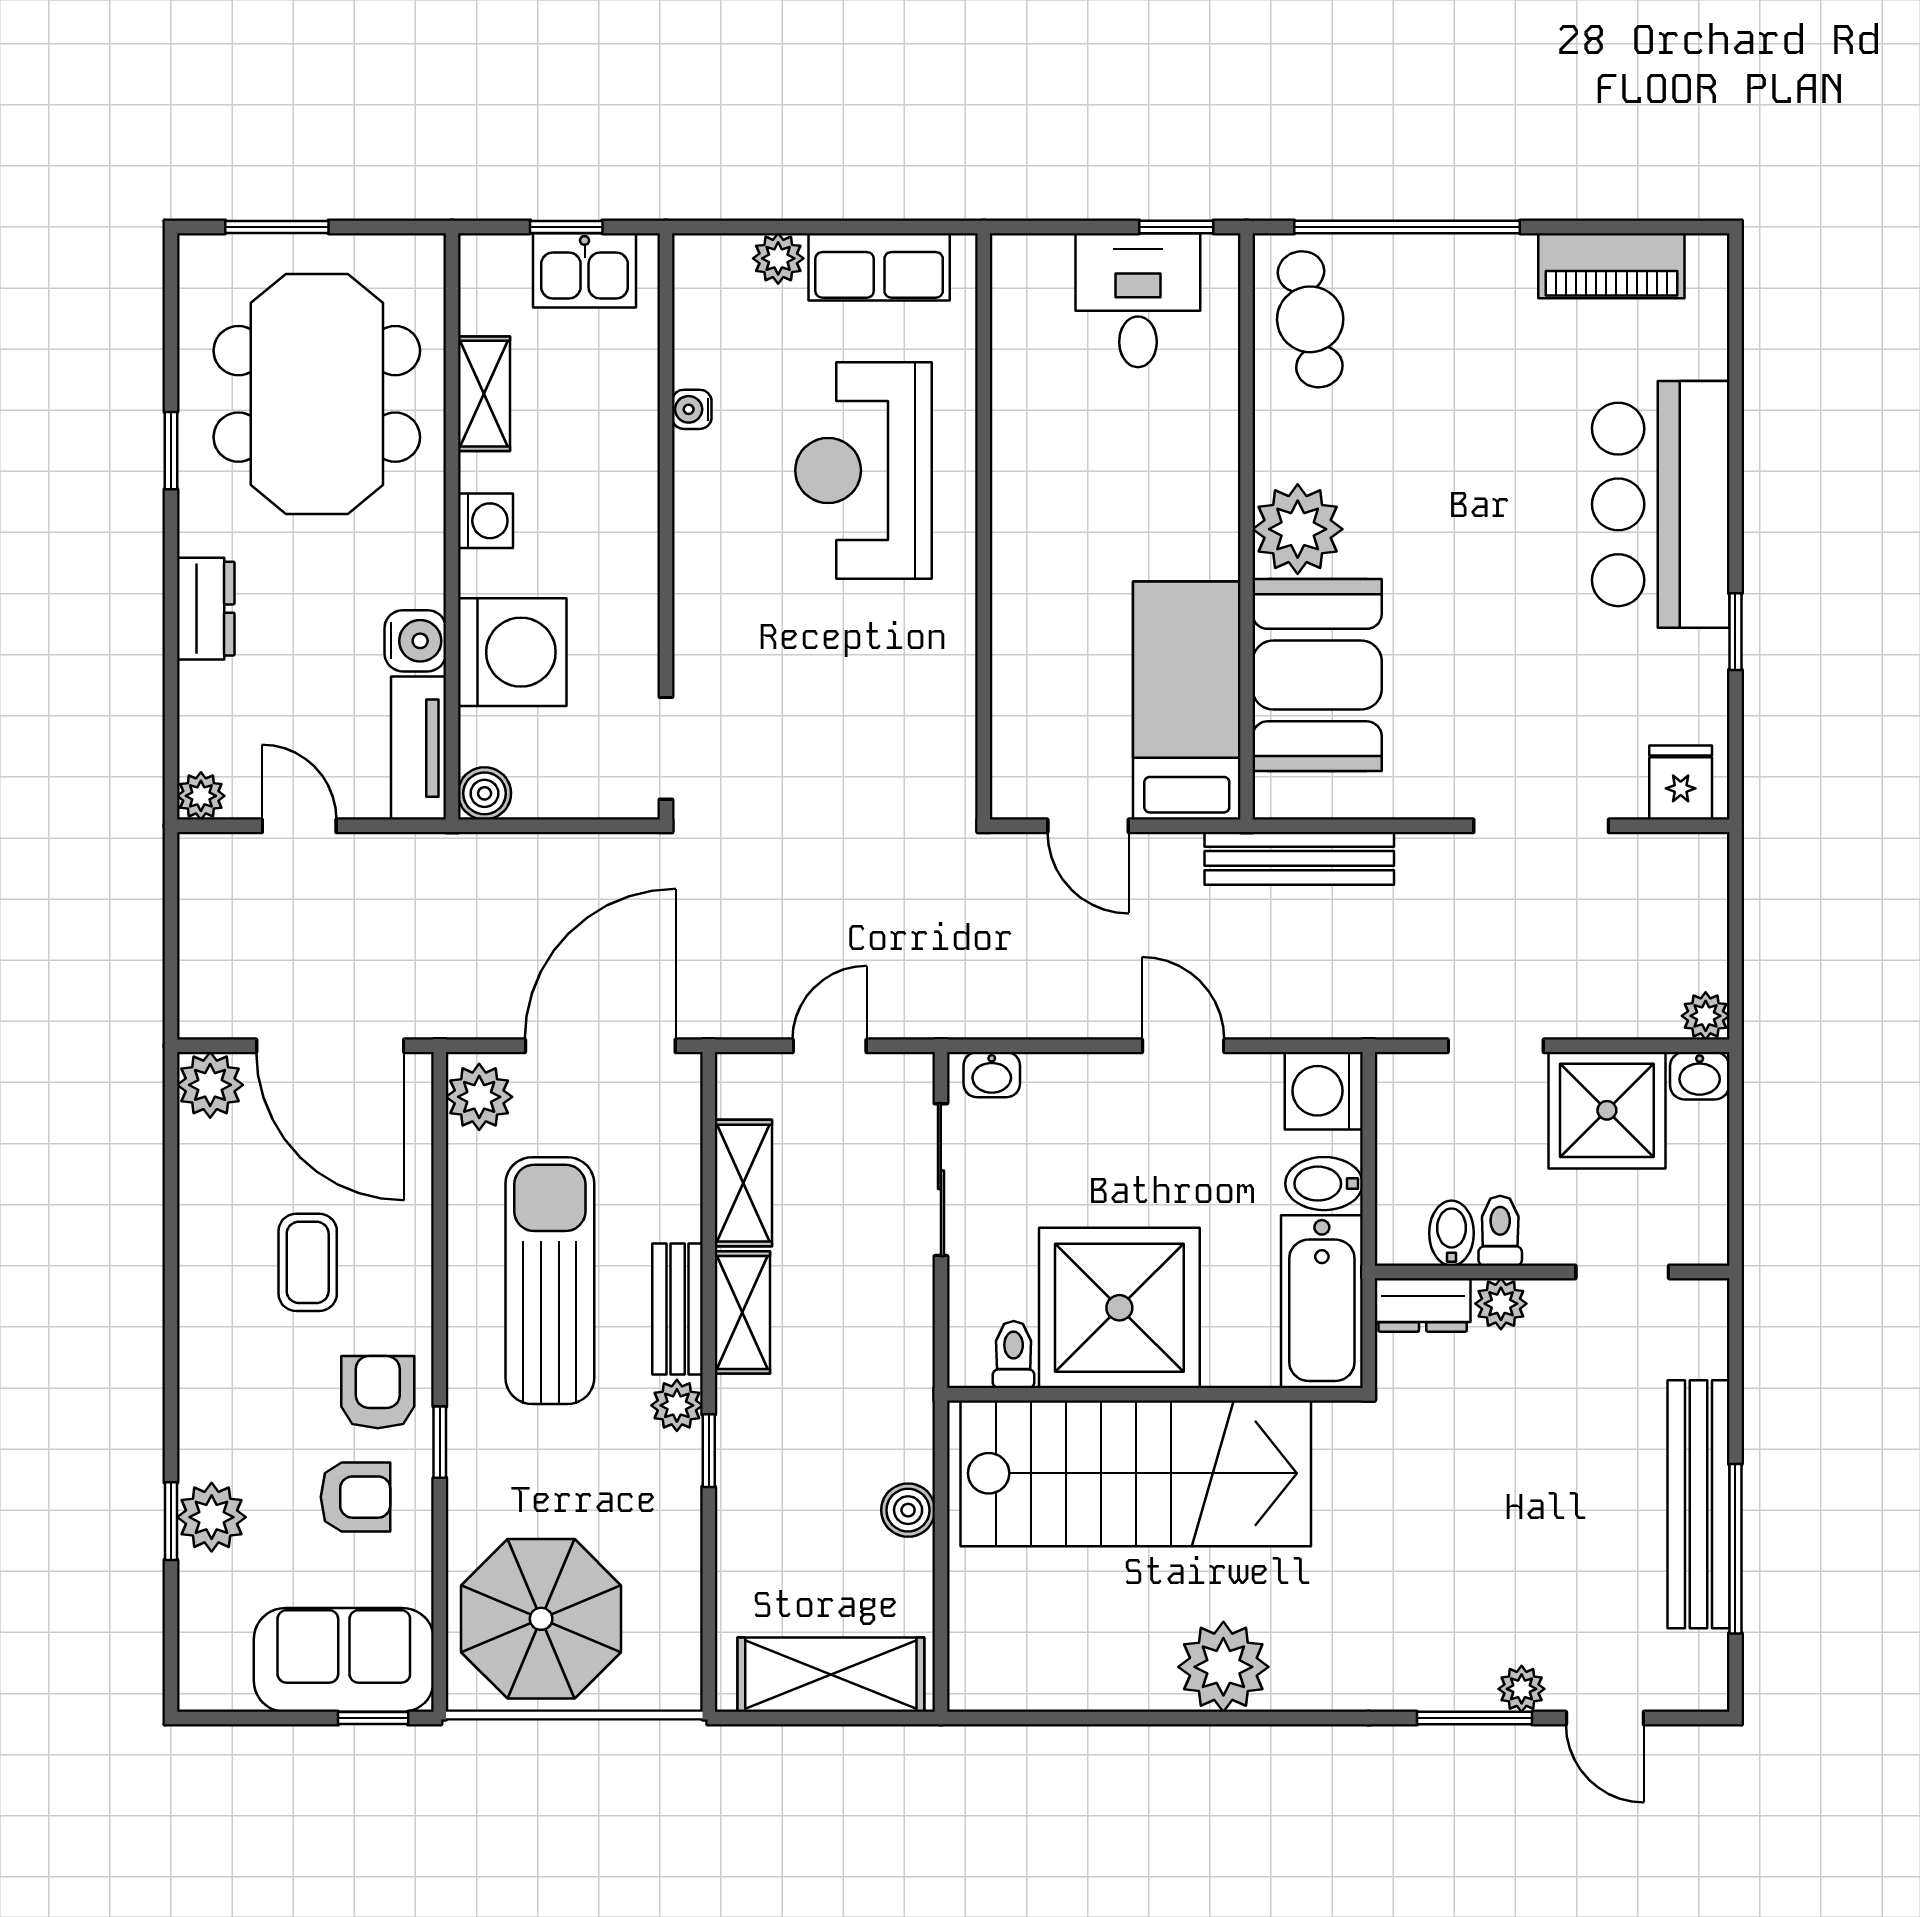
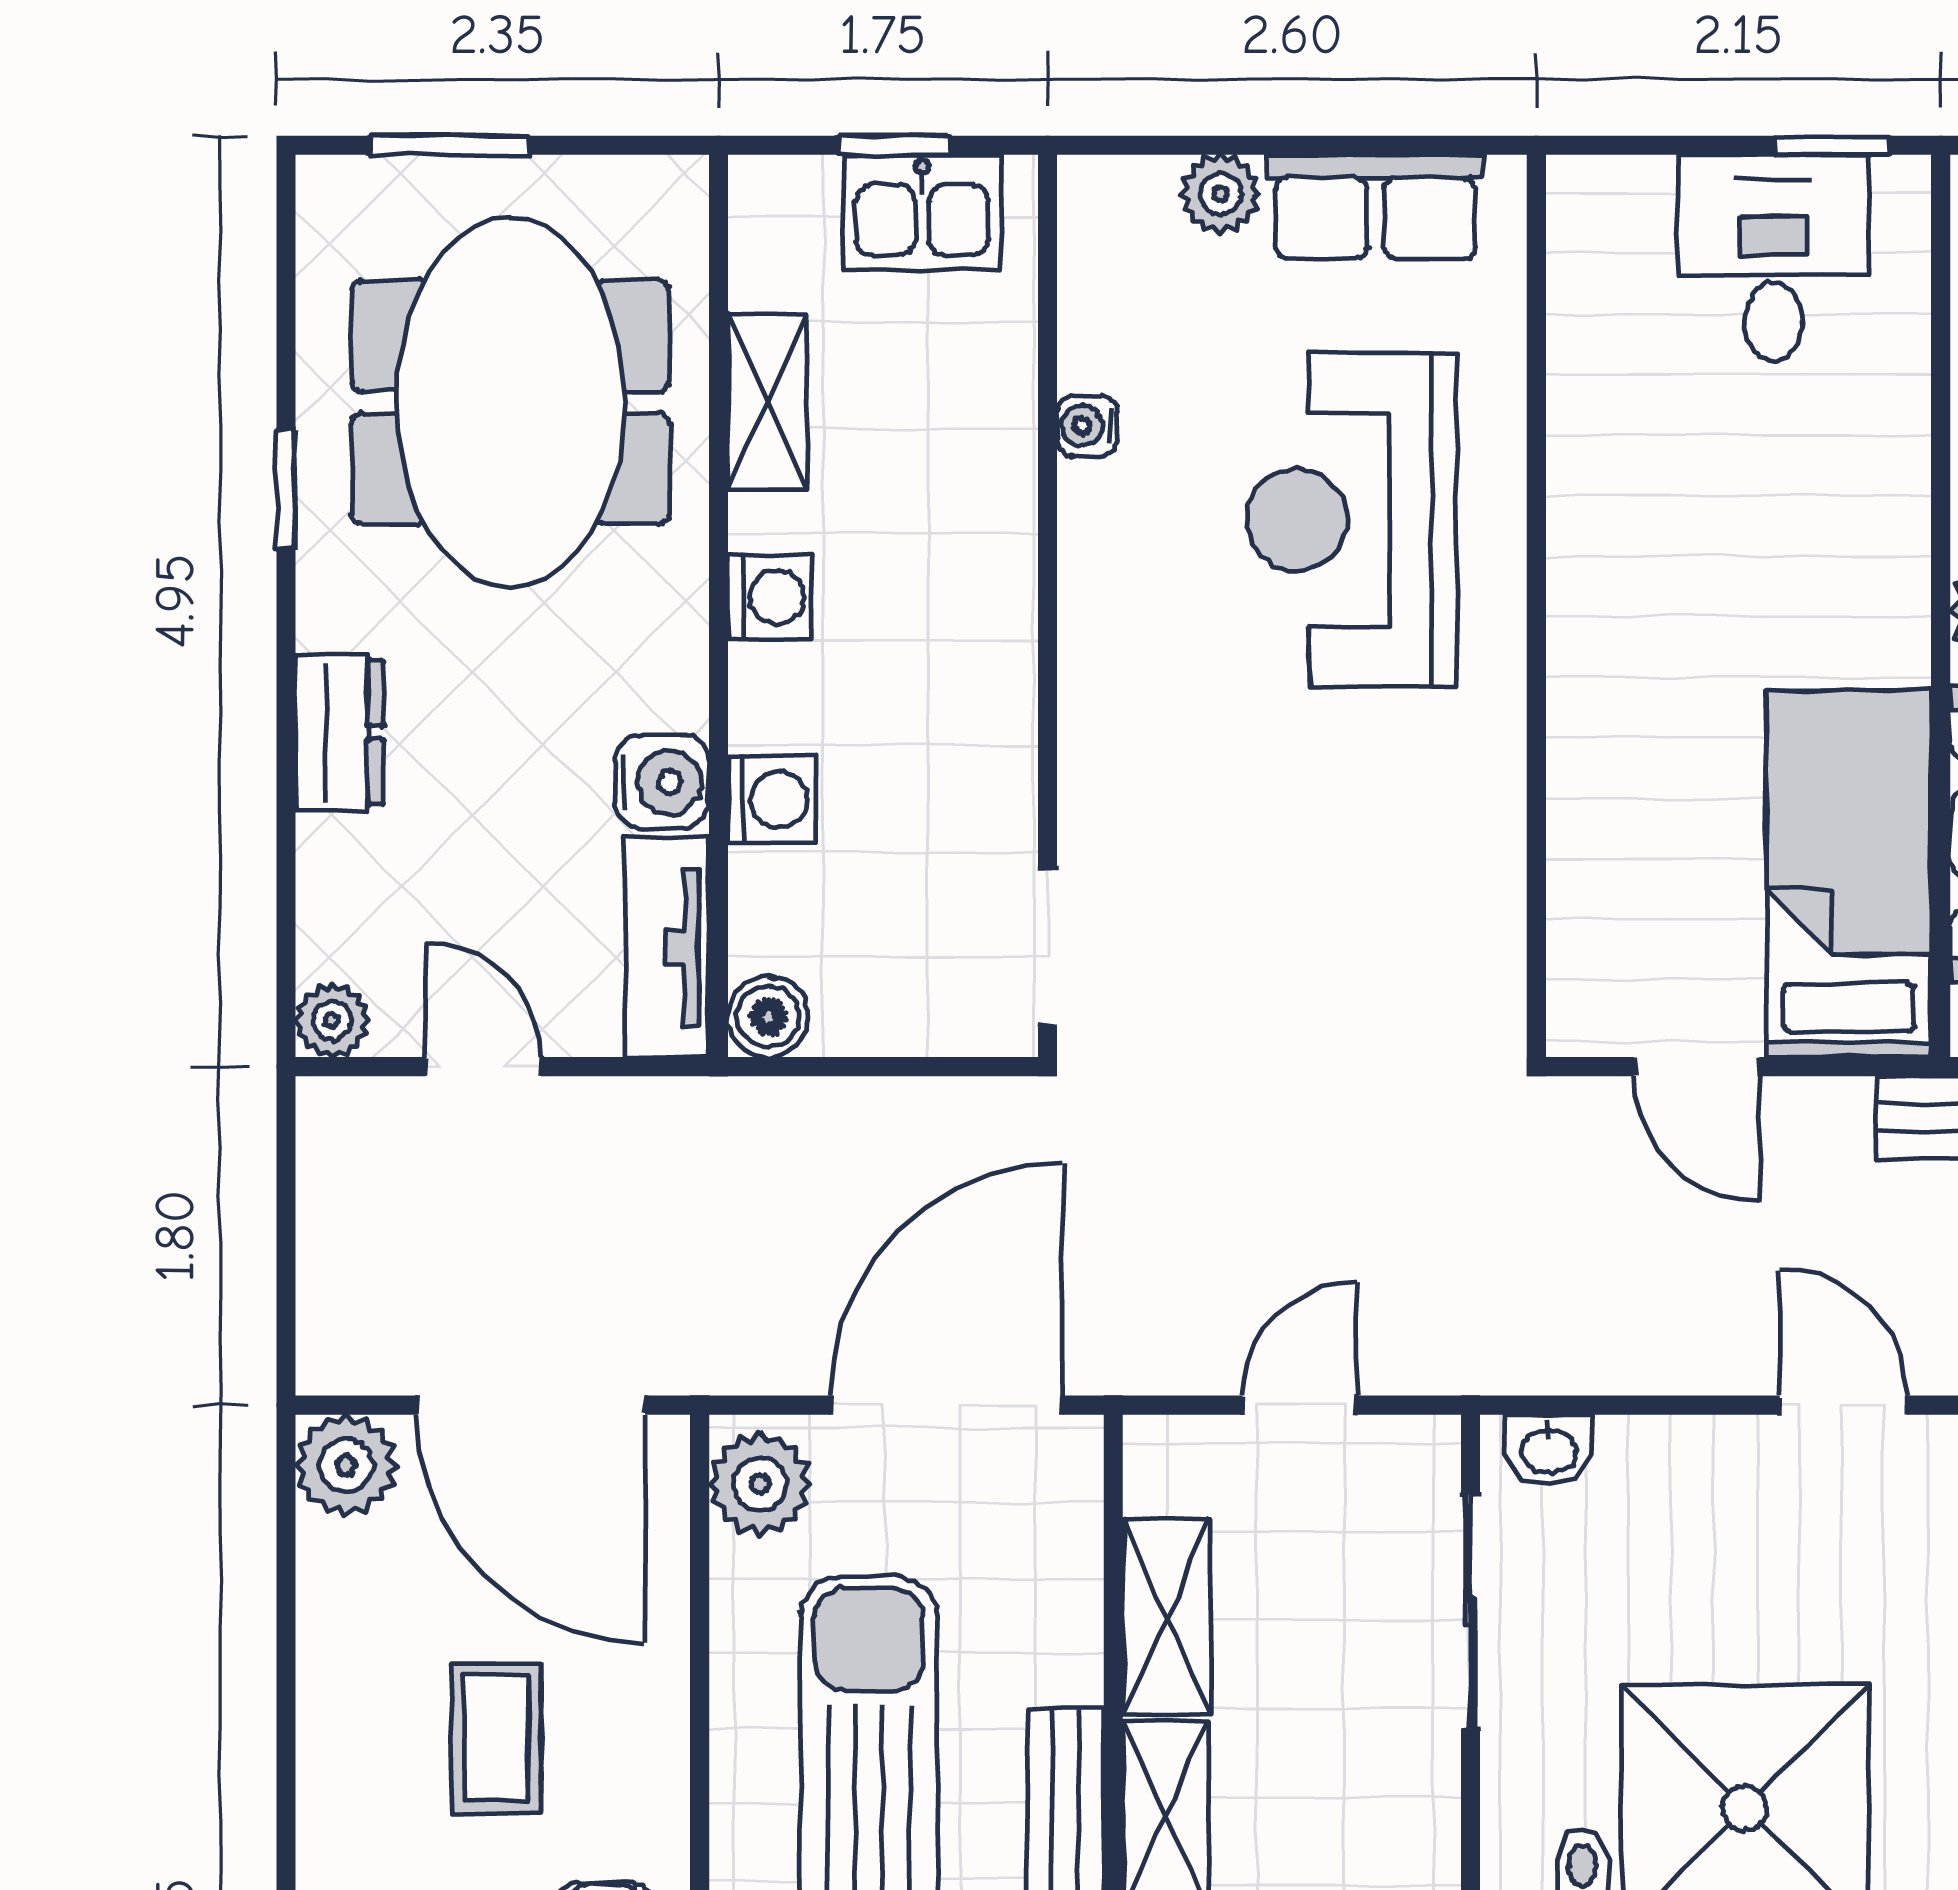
washing machine: (512, 652) -> (772, 799), width x0.53, depth x0.53

